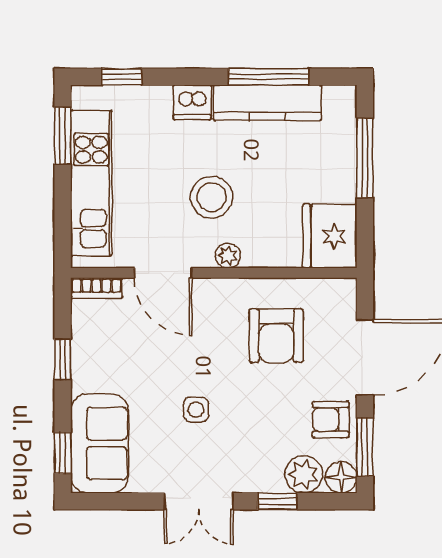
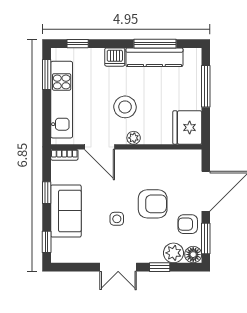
armchair: (276, 336) -> (153, 204), moved, turned -90
sofa: (99, 443) -> (66, 211), moved

